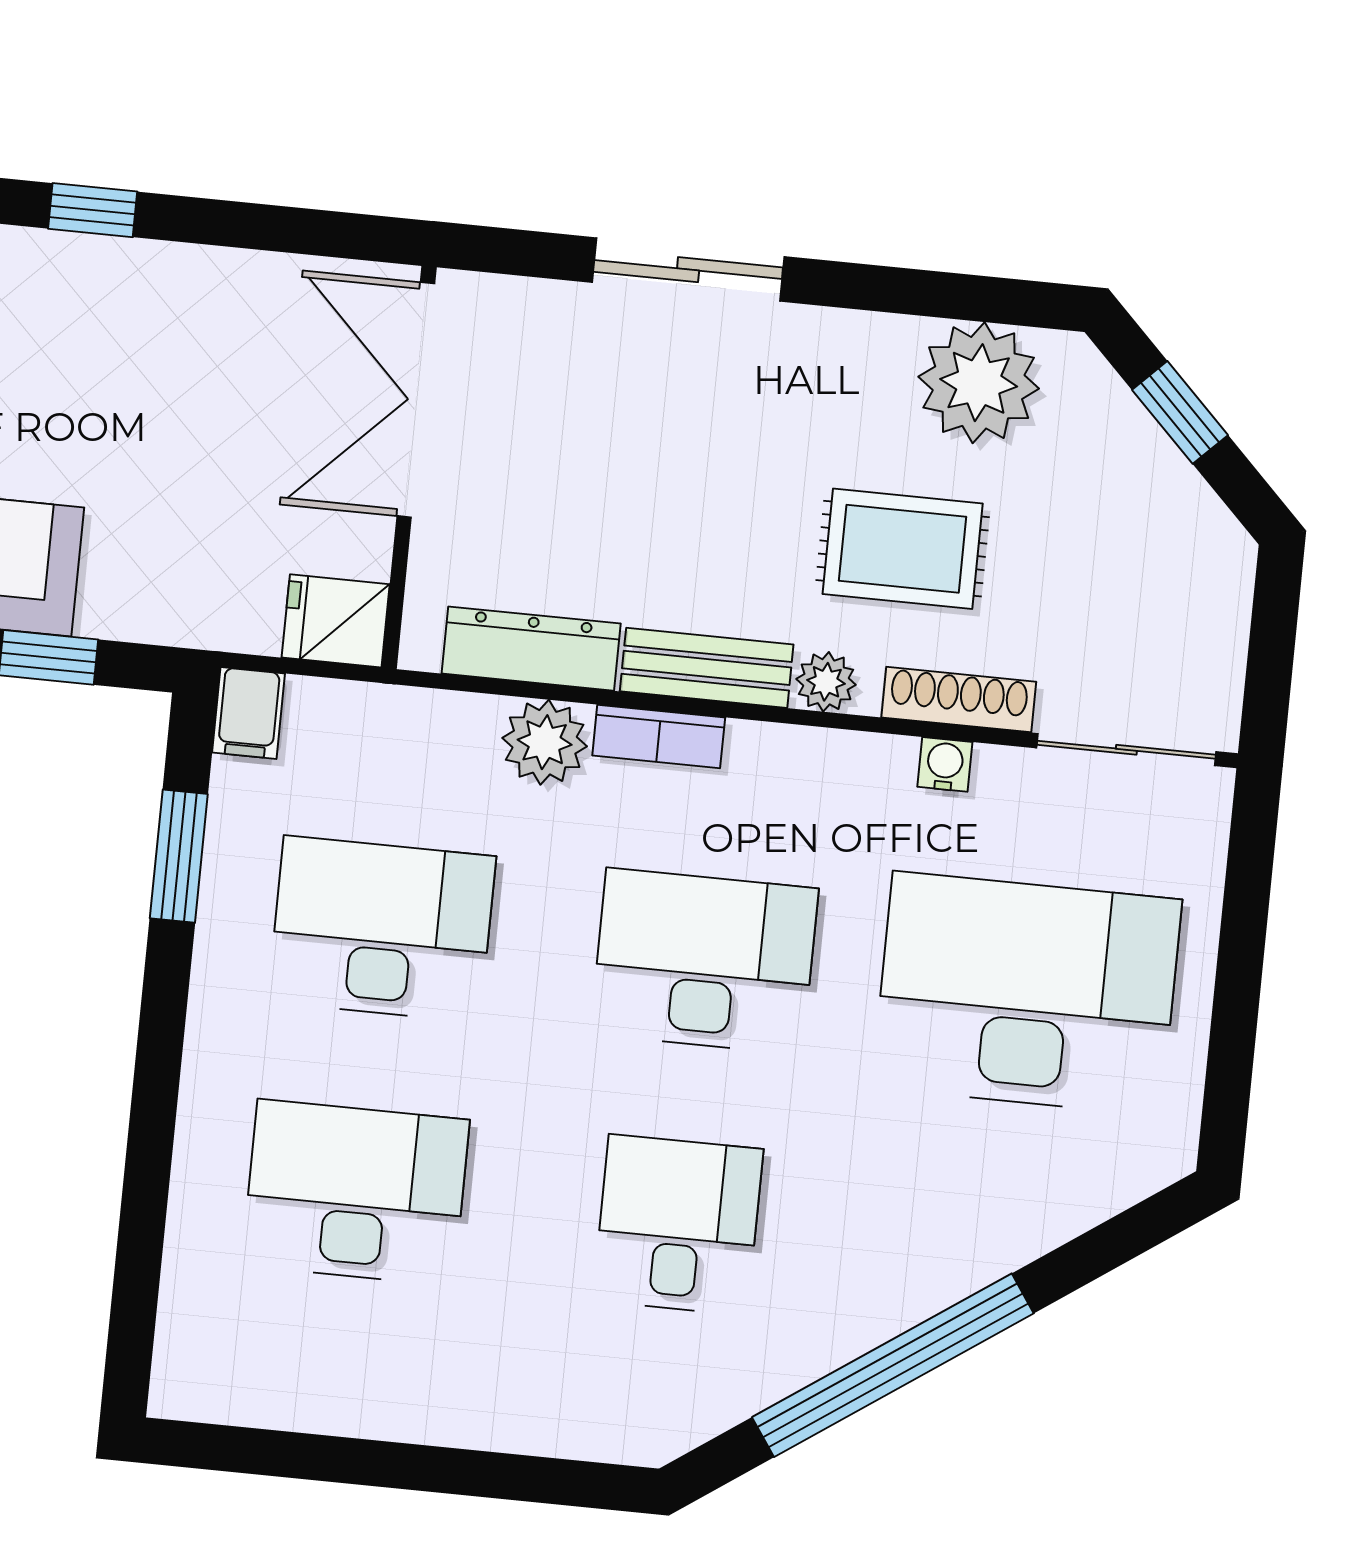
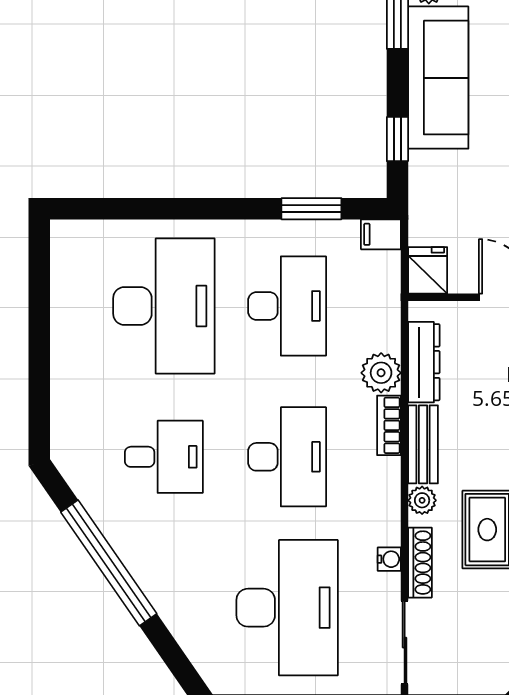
desk: (355, 1192) -> (164, 306), width x1.36, depth x1.30

